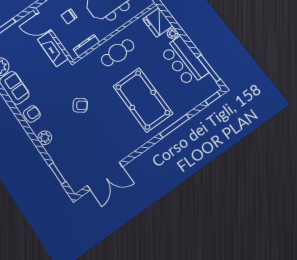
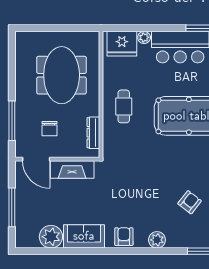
door: (44, 22) -> (36, 159), hinge flipped
cafe table: (118, 53) -> (124, 106), width x0.73, depth x0.74
armchair: (80, 105) -> (190, 202), moved

